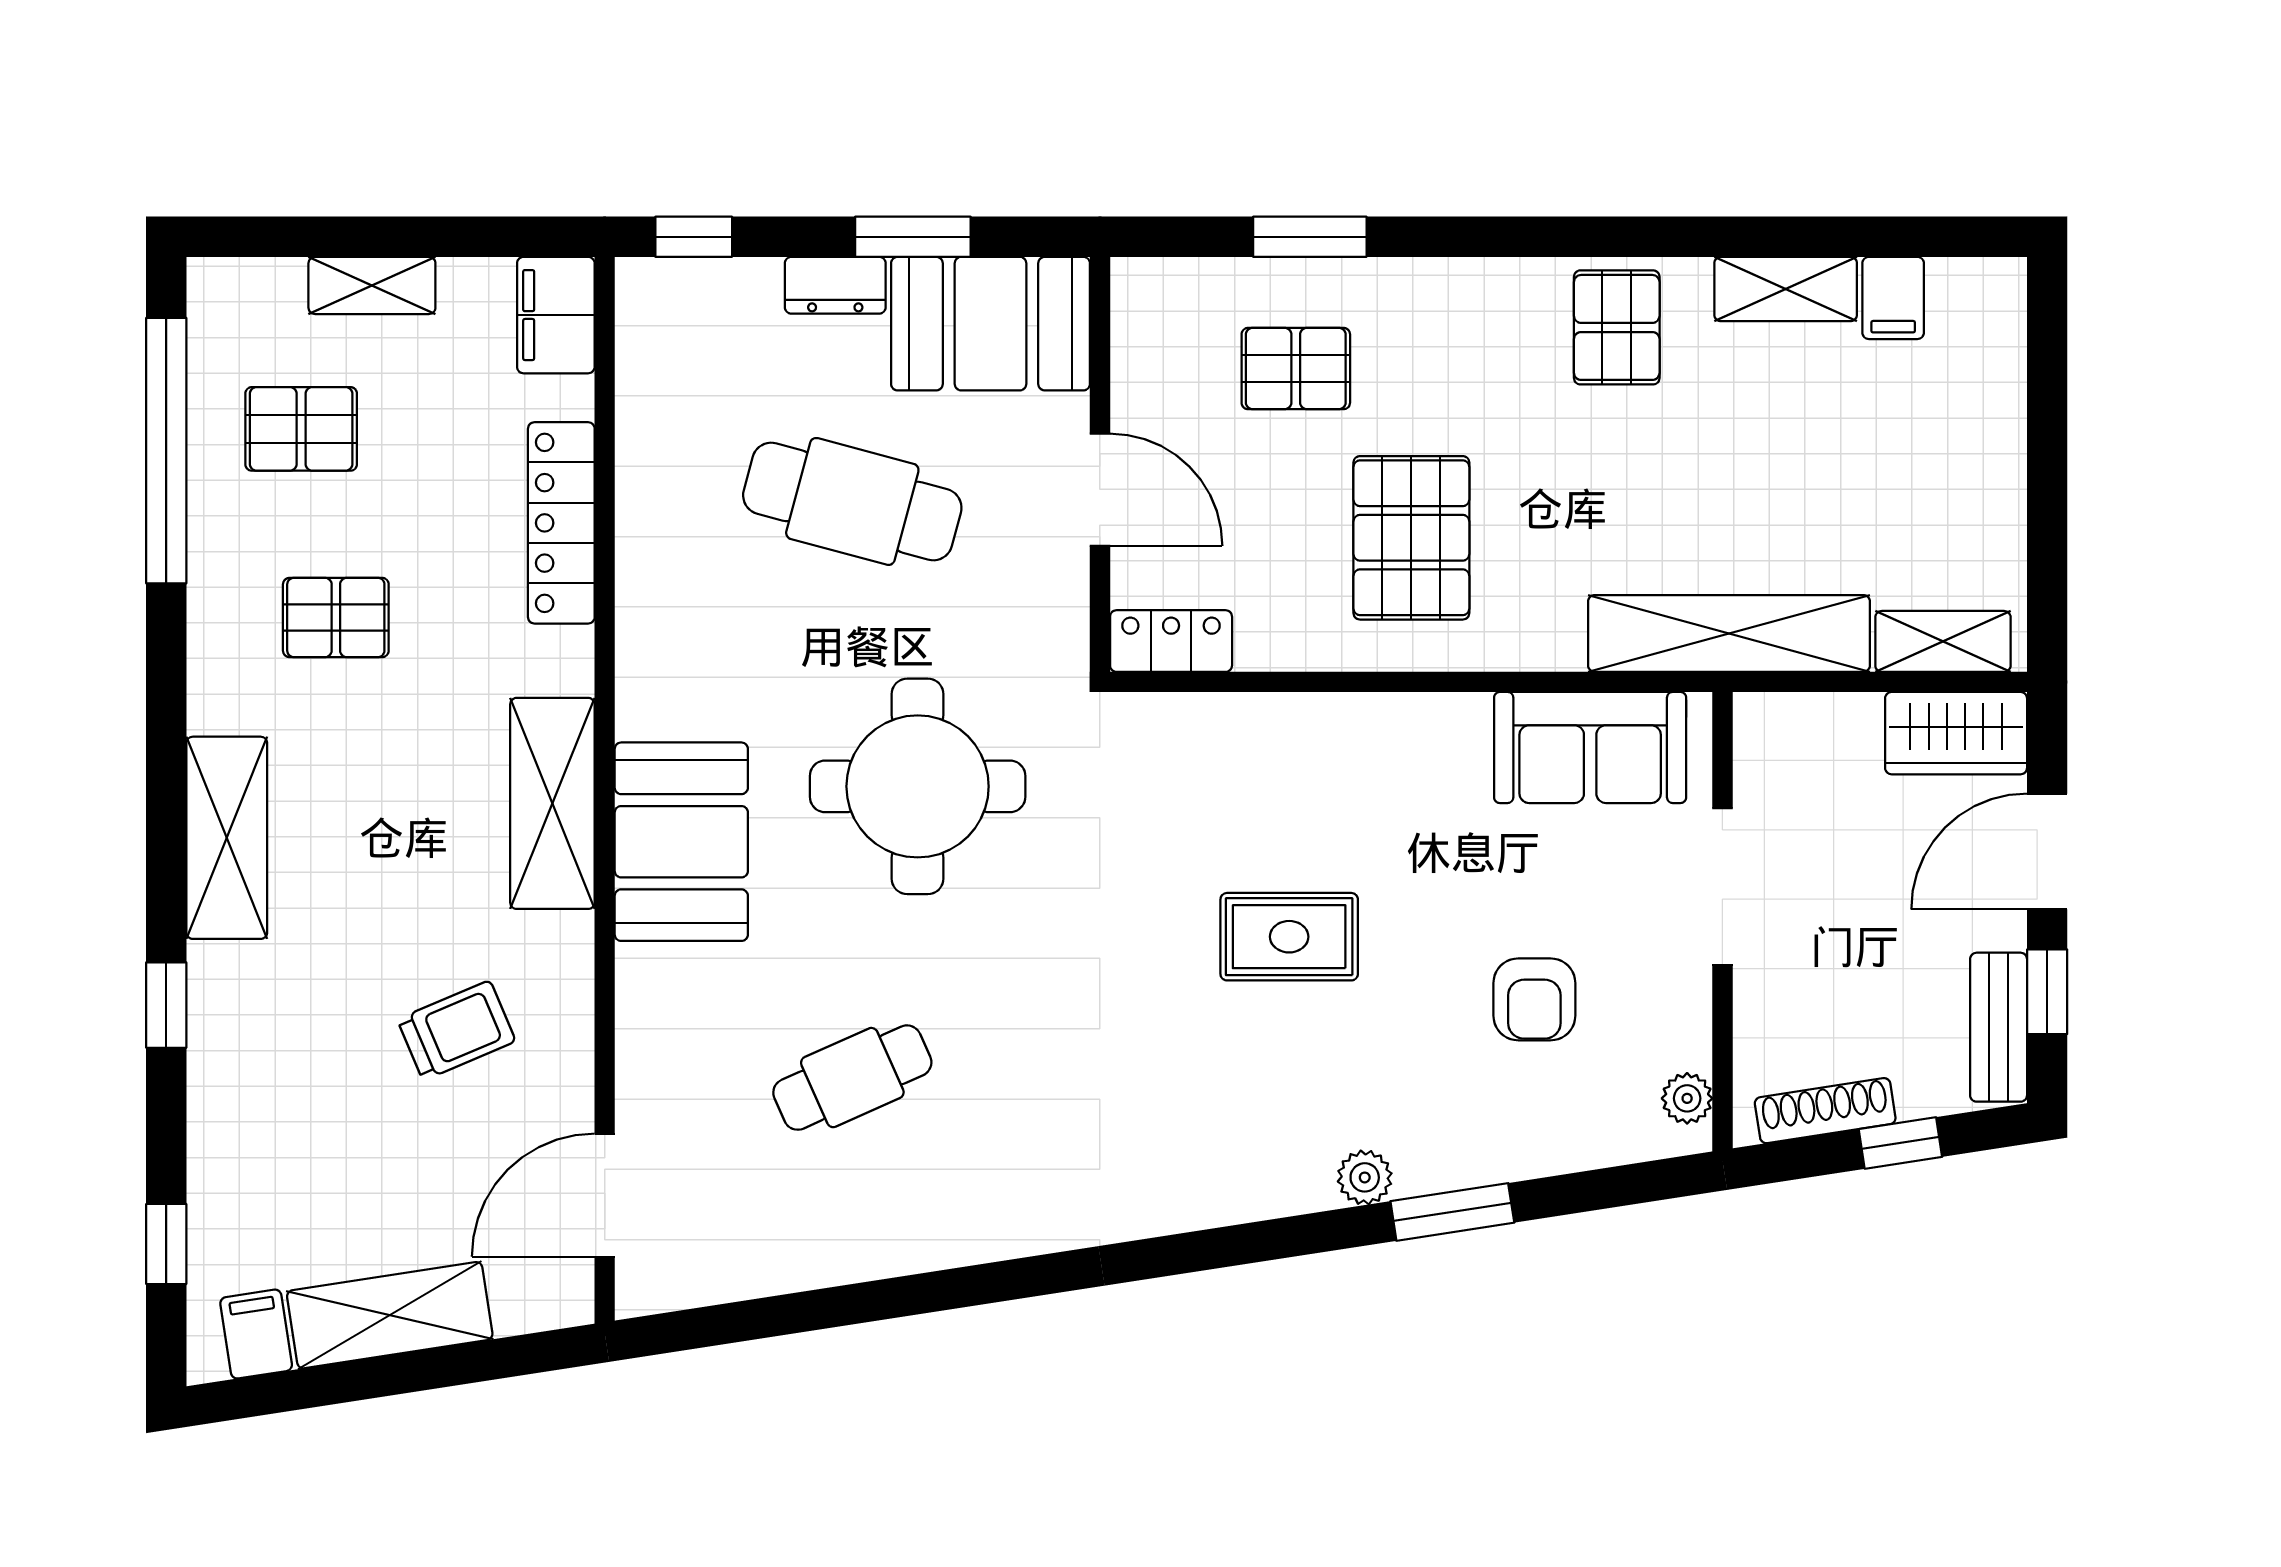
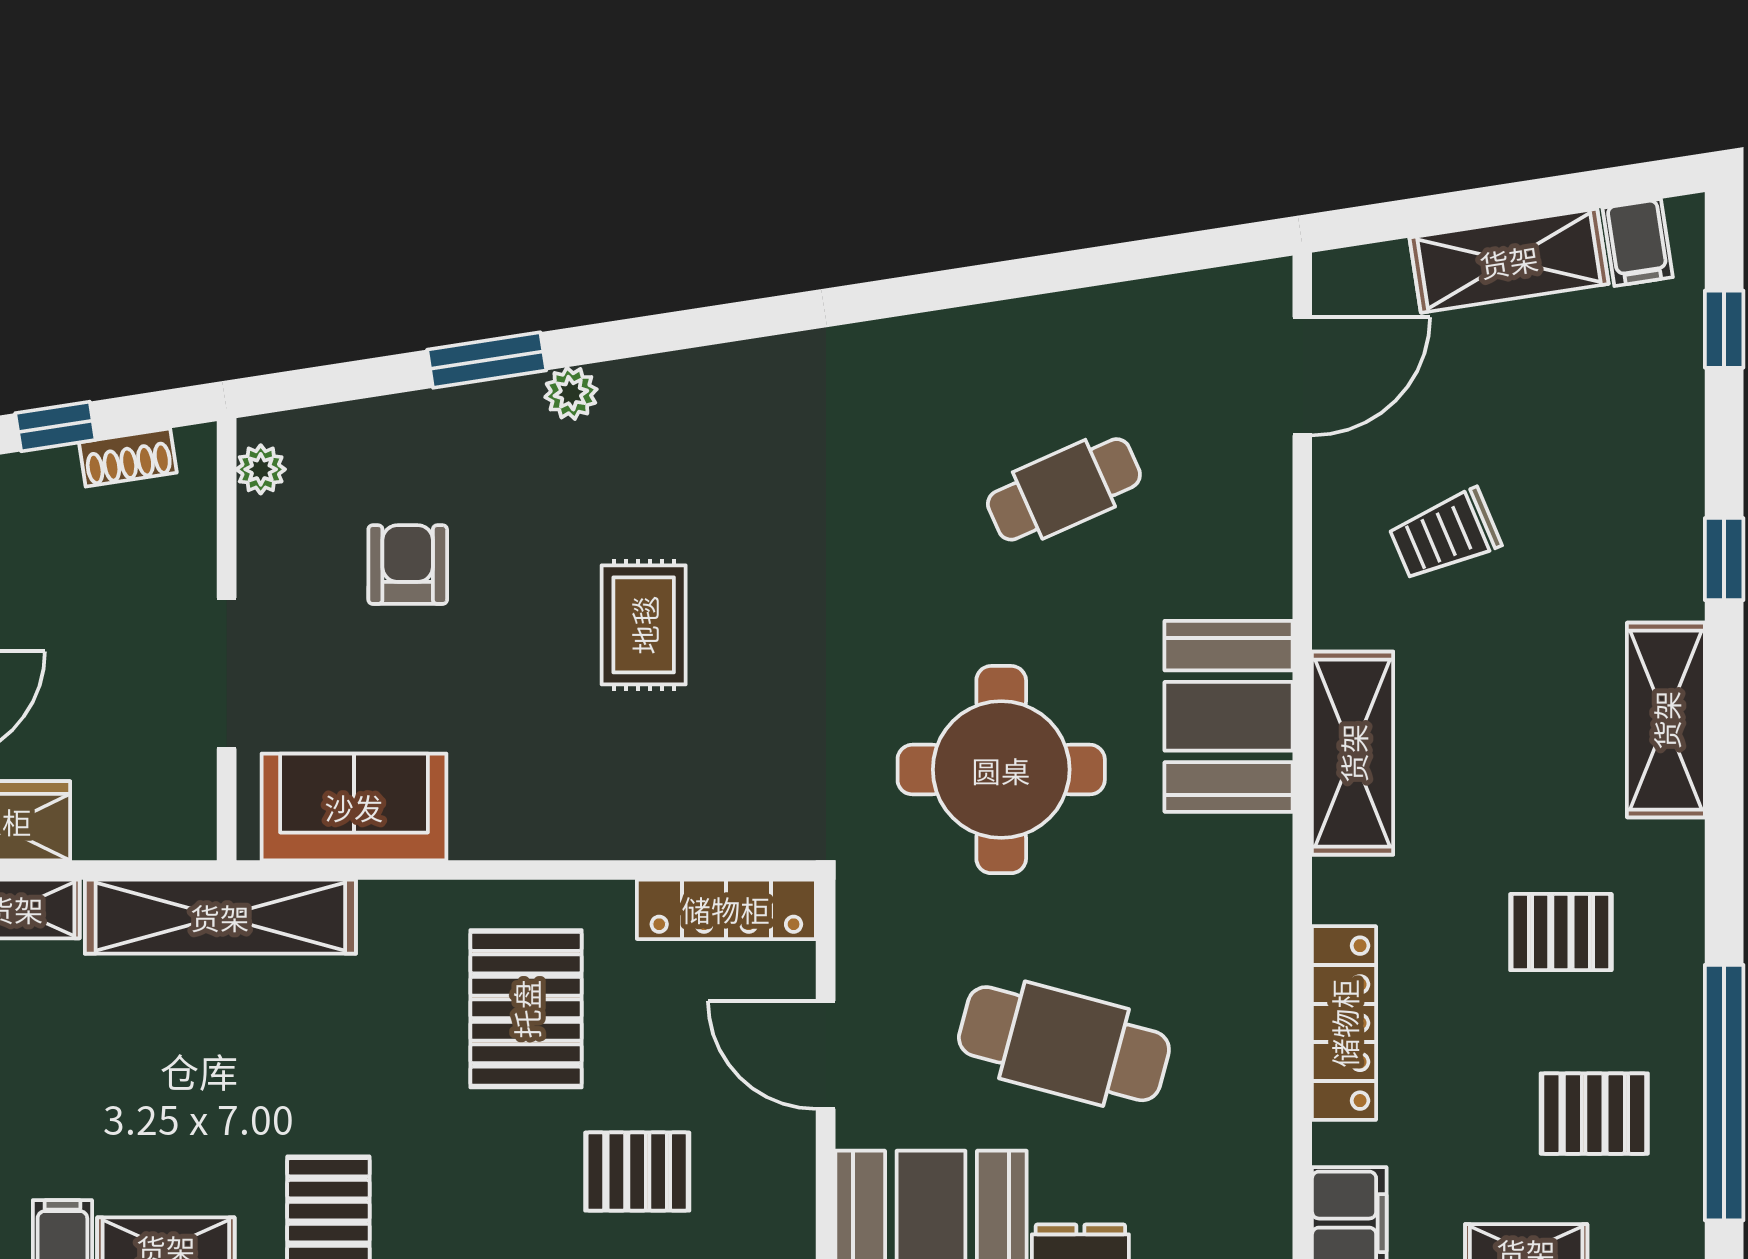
locker: (1171, 641) -> (726, 909), width x1.53
rug: (1289, 937) -> (644, 625), turned 90
shoe rack: (1825, 1111) -> (128, 458), width x0.70

